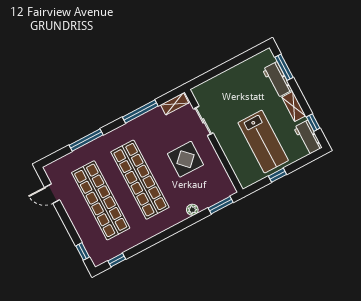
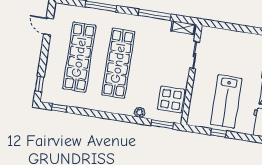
display table: (185, 159) -> (171, 100), moved

